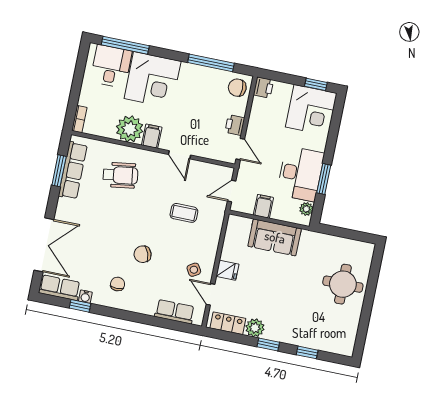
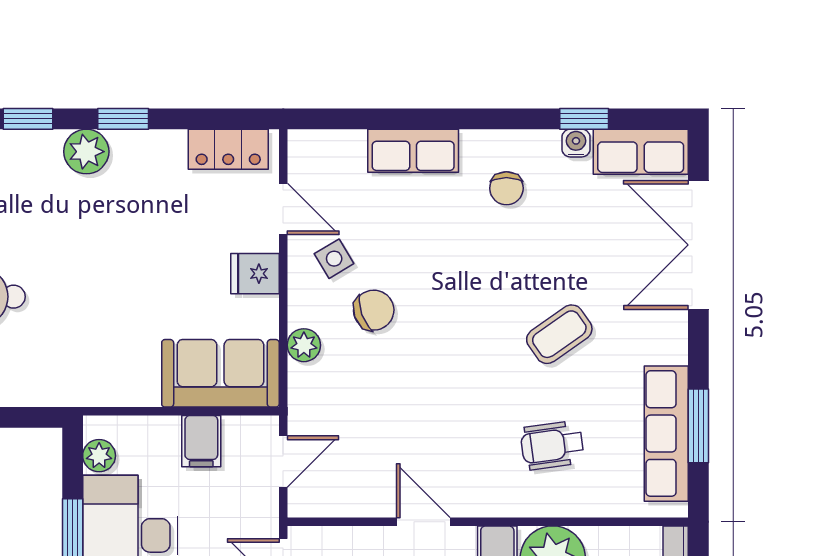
wheelchair: (120, 175) -> (552, 445), width x0.73, depth x0.73
coffee table: (184, 213) -> (559, 334), moved, turned -35
plant: (213, 237) -> (304, 345), added
sofa: (275, 237) -> (220, 373), moved
chair: (143, 254) -> (374, 310), moved
row of seats: (175, 312) -> (413, 151), moved
plant: (255, 328) -> (86, 152), moved

